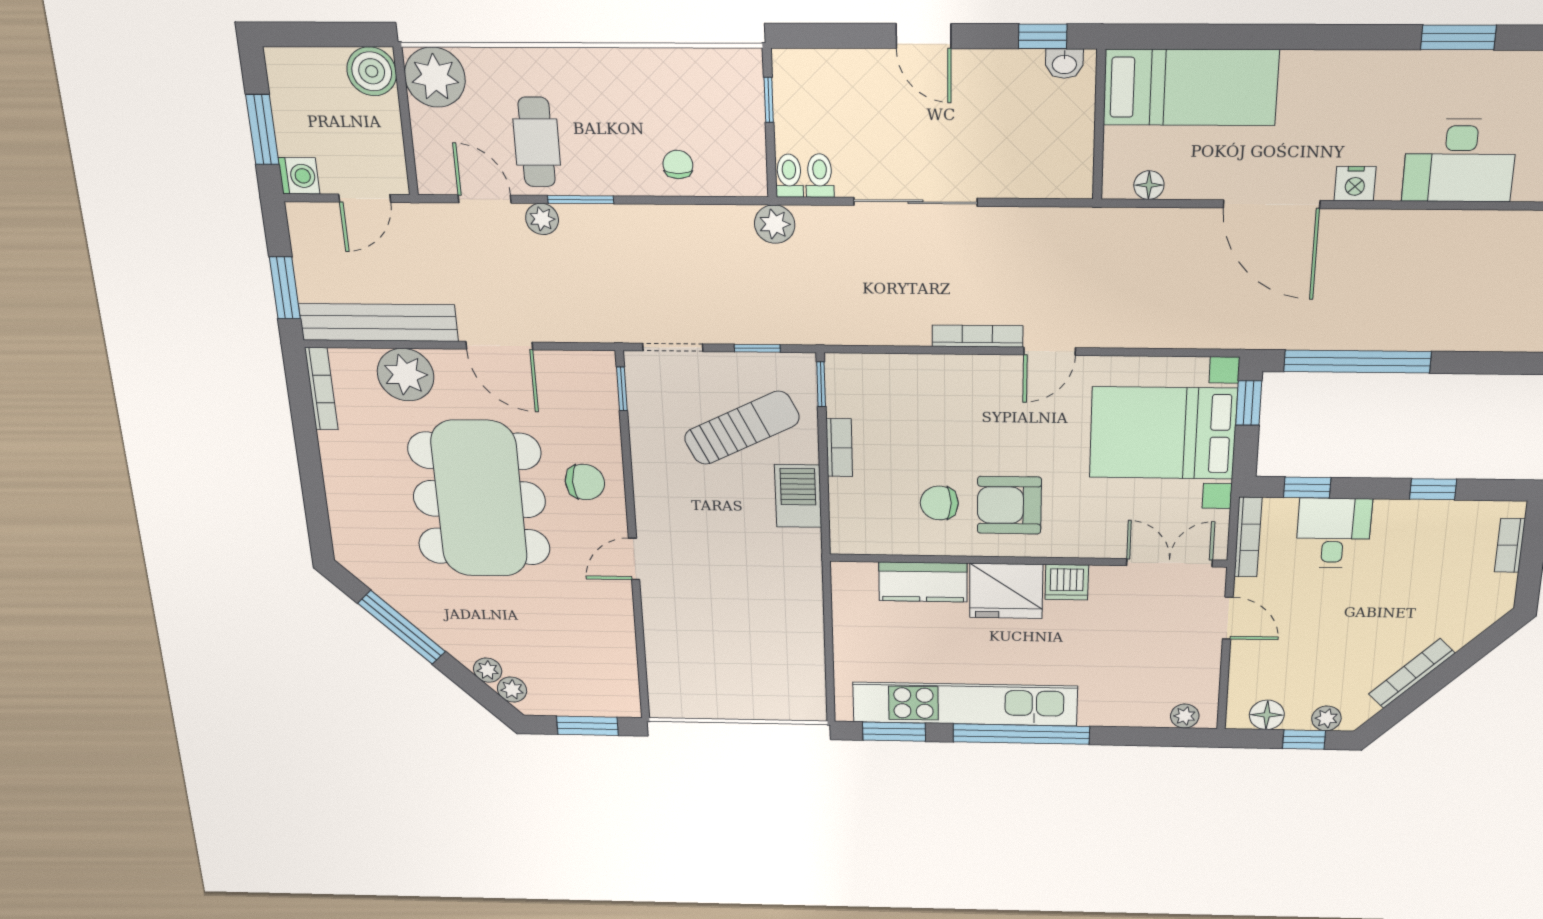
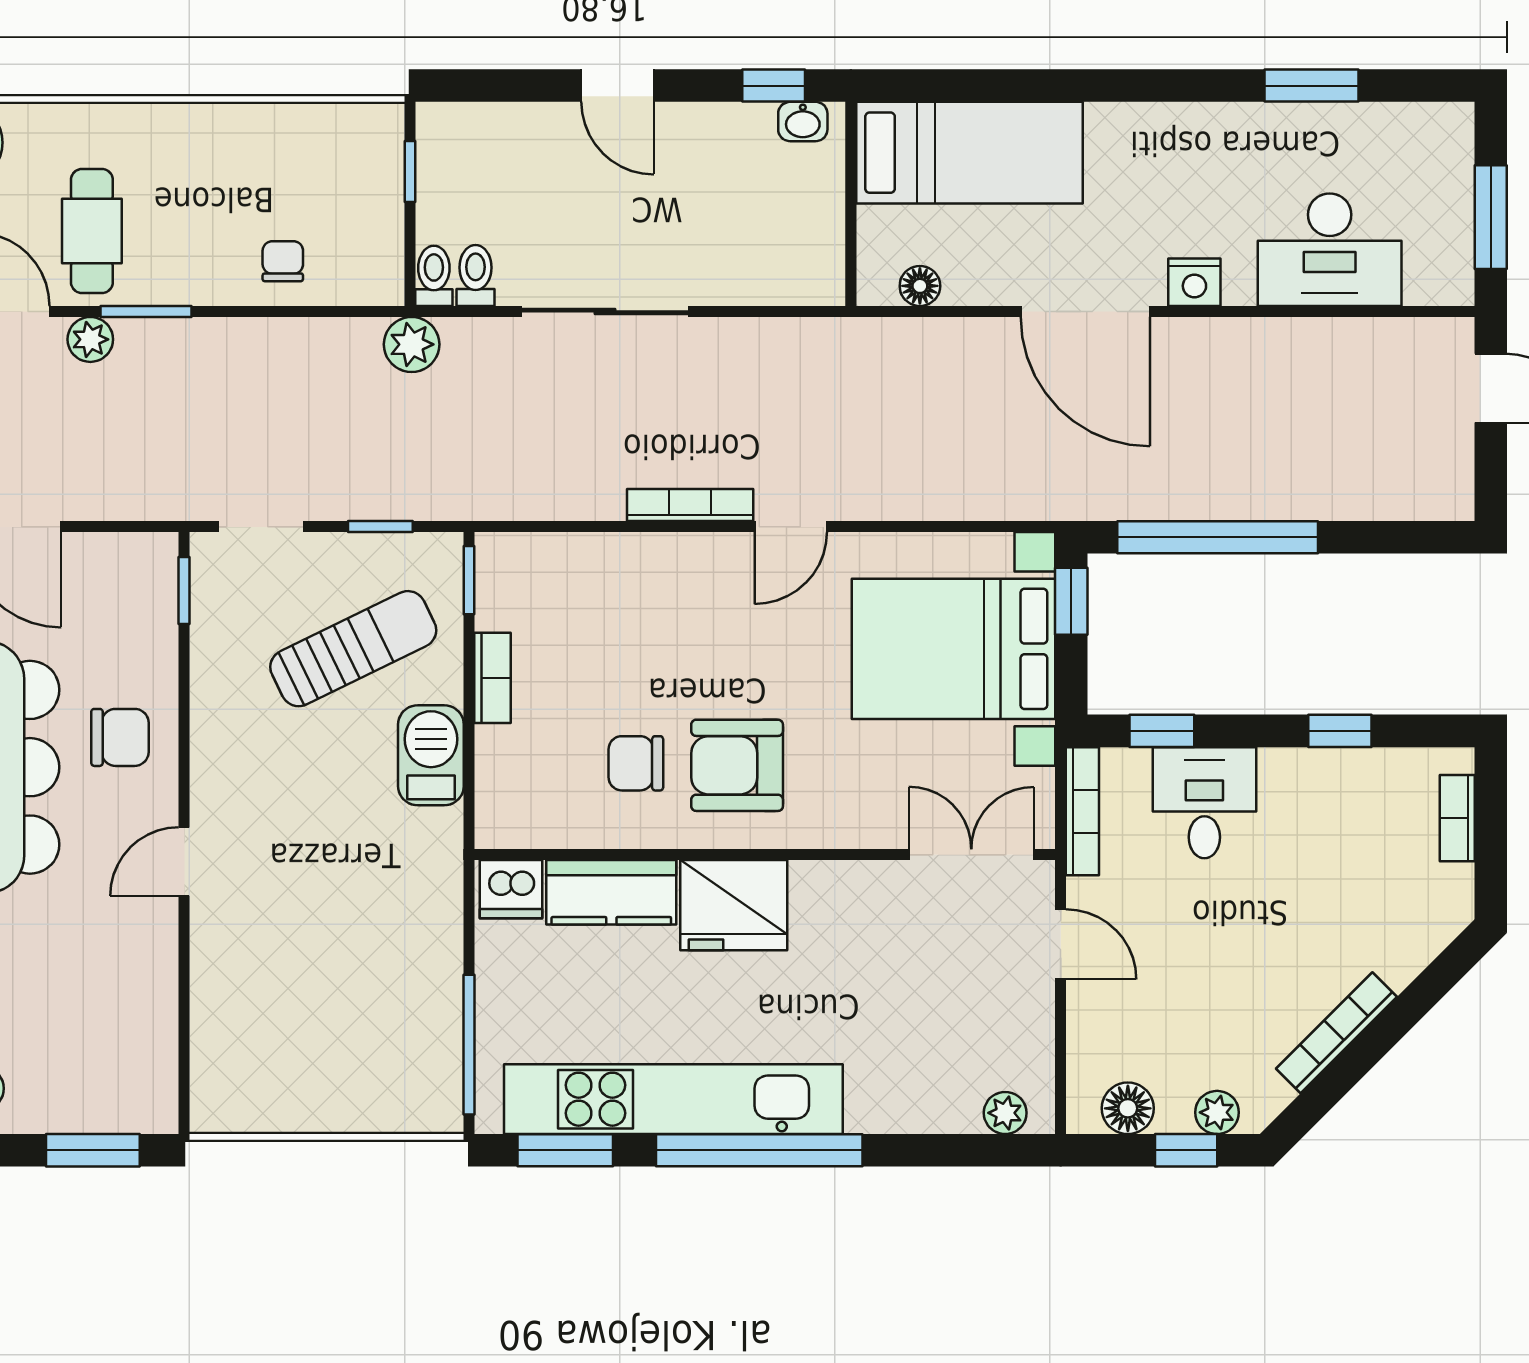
dishwasher: (1067, 582) -> (511, 889), moved
window: (829, 670) -> (469, 1045), added

